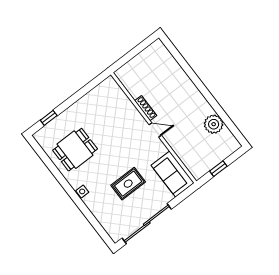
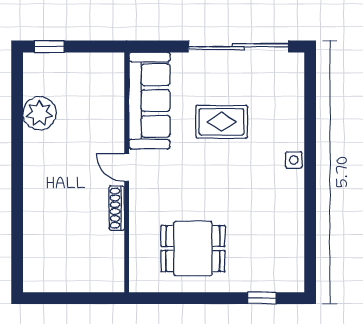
dining table: (75, 150) -> (193, 249), moved
window: (218, 169) -> (49, 46), moved
sofa: (173, 174) -> (150, 101), width x1.36

